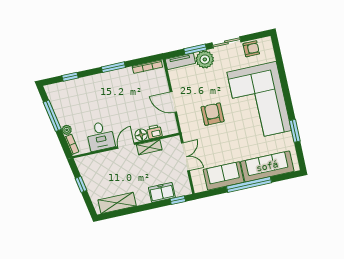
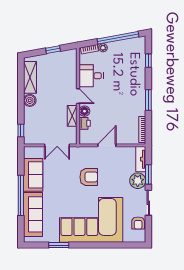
window: (52, 116) -> (118, 38), width x1.46
freezer: (162, 192) -> (31, 118), removed
boiler: (142, 198) -> (30, 100), added

